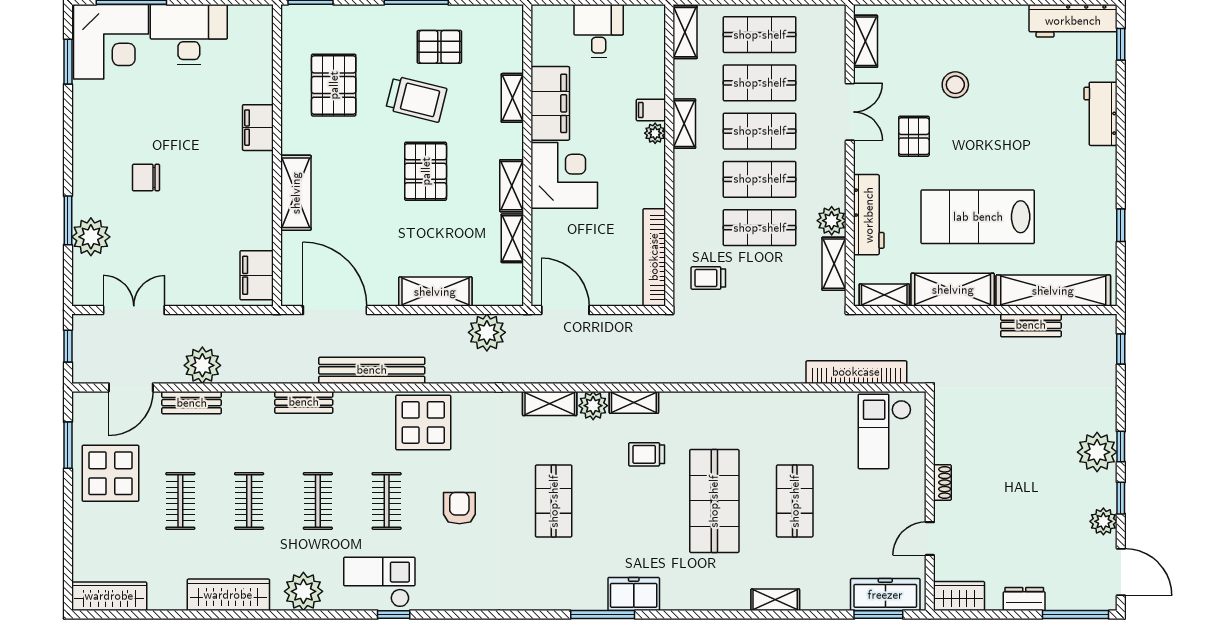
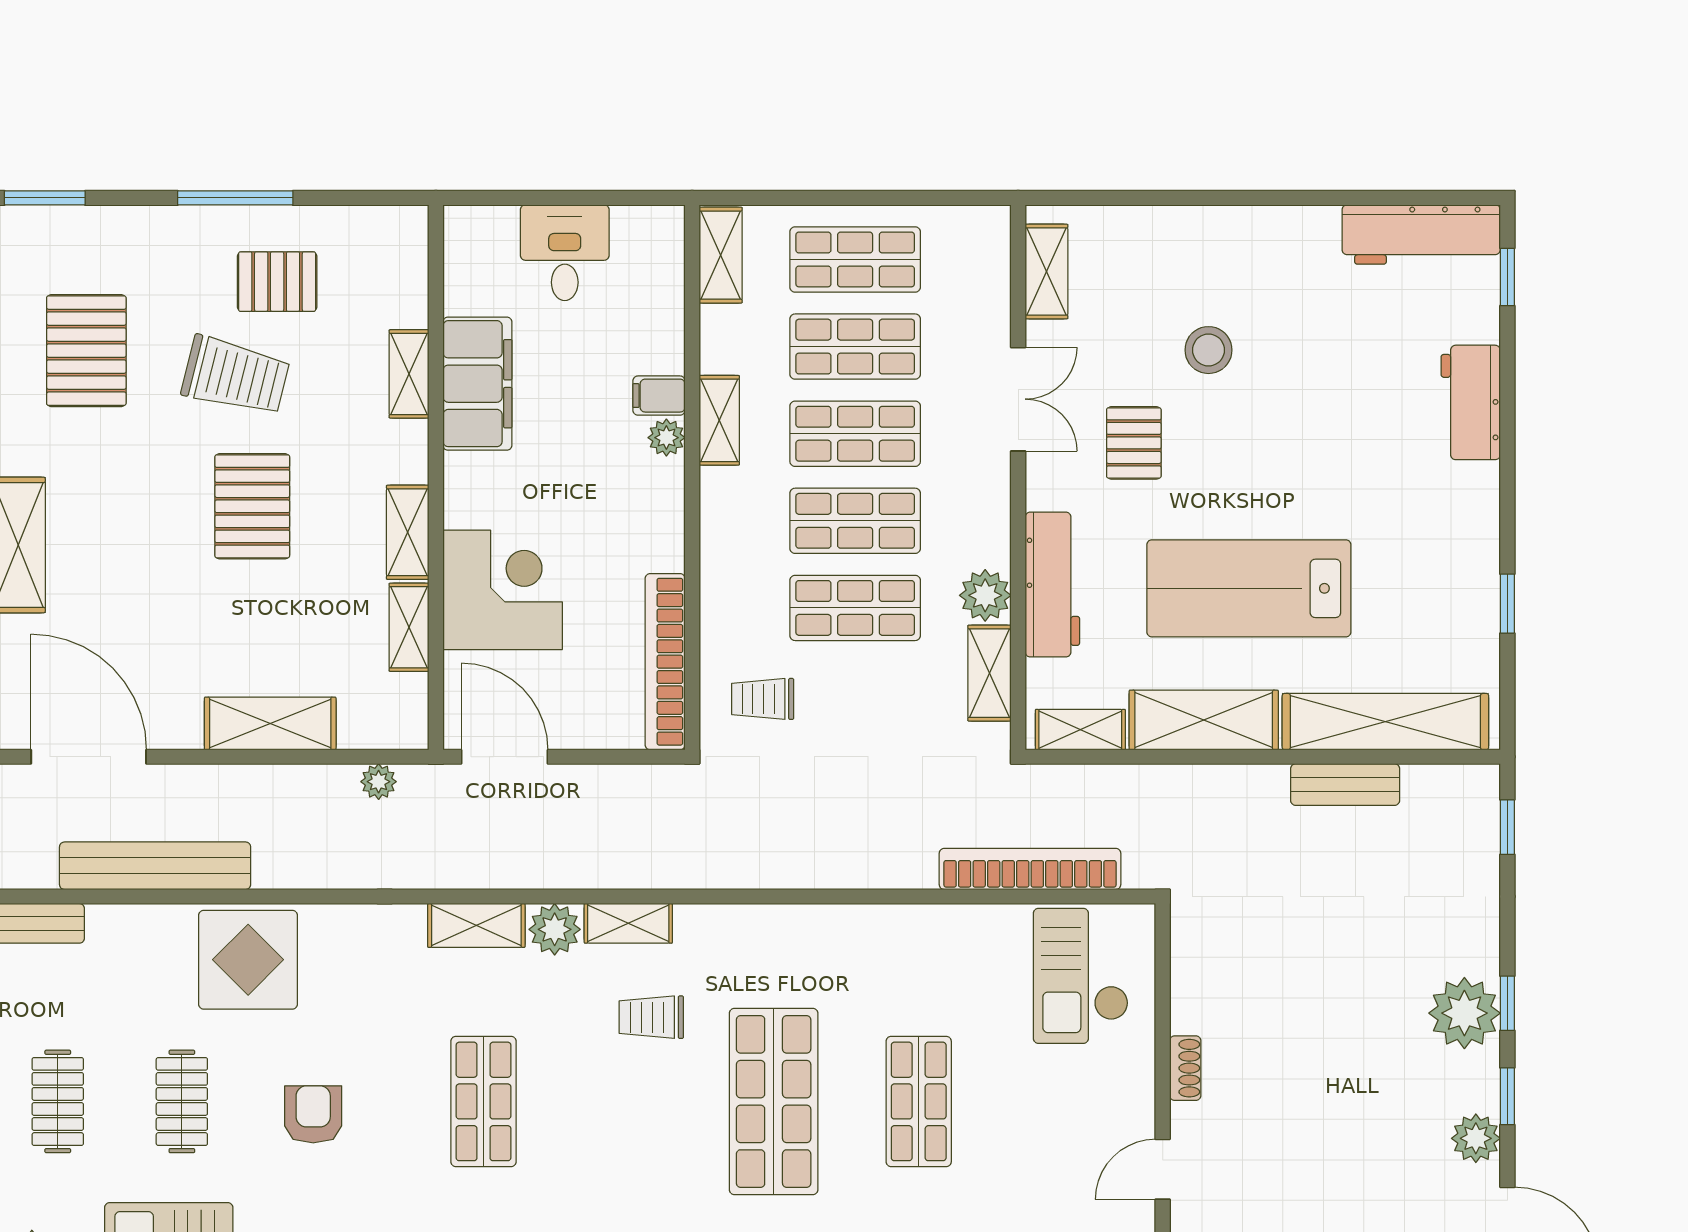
corner desk: (564, 175) -> (503, 590), moved
plant: (487, 332) -> (379, 782), width x0.53, depth x0.53

